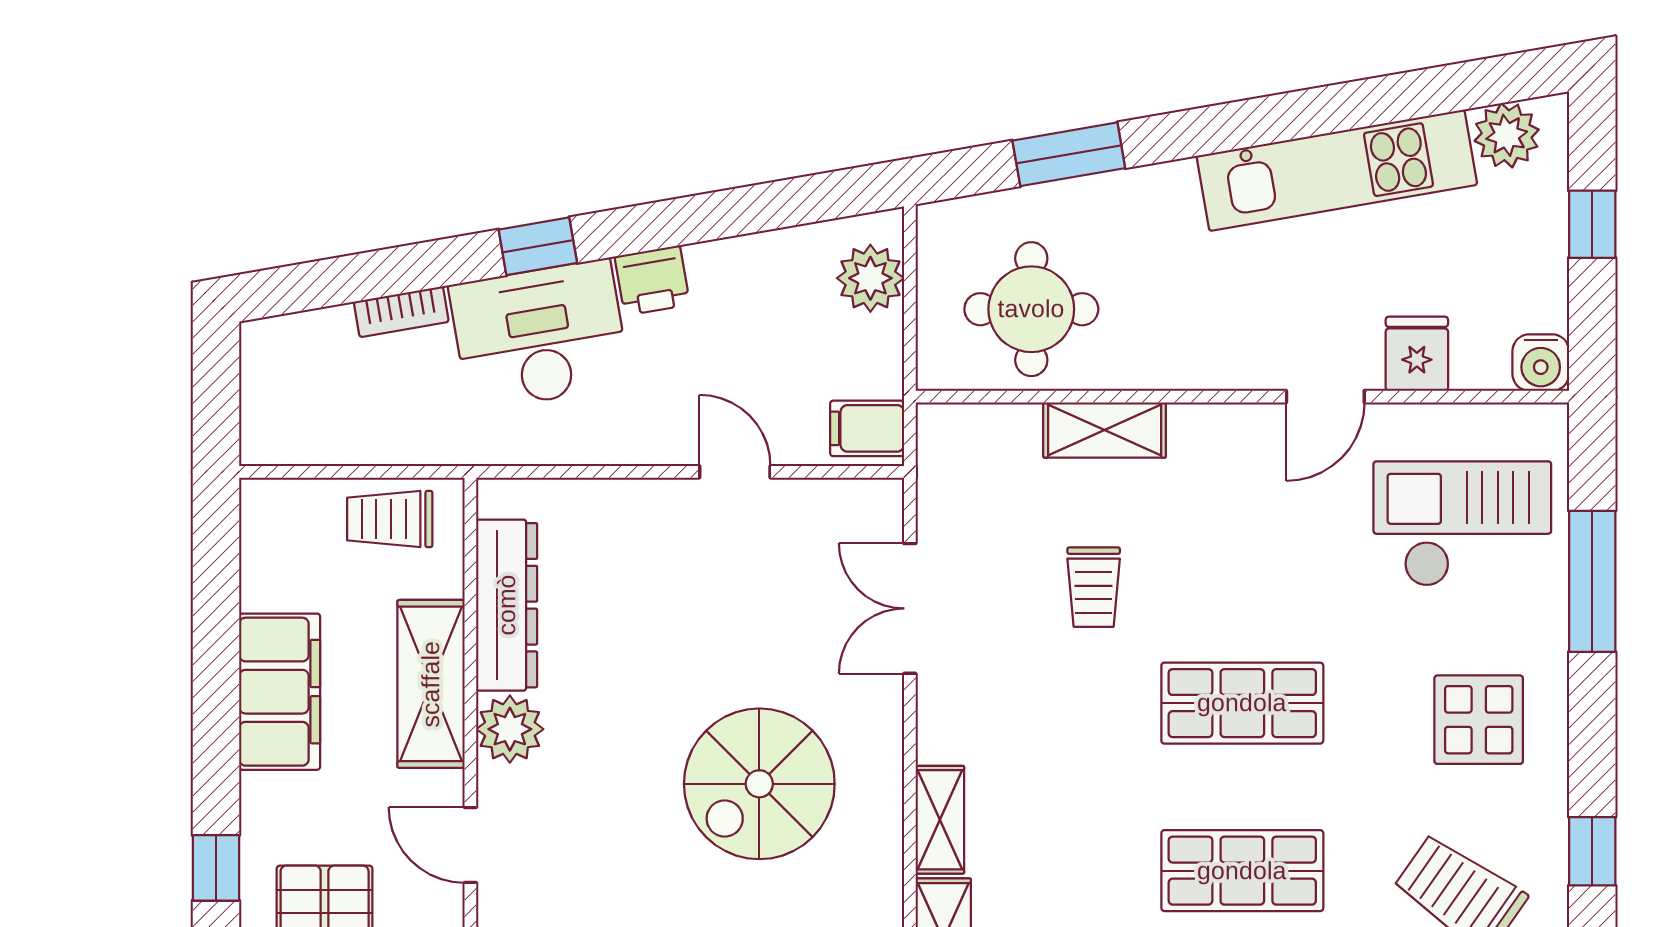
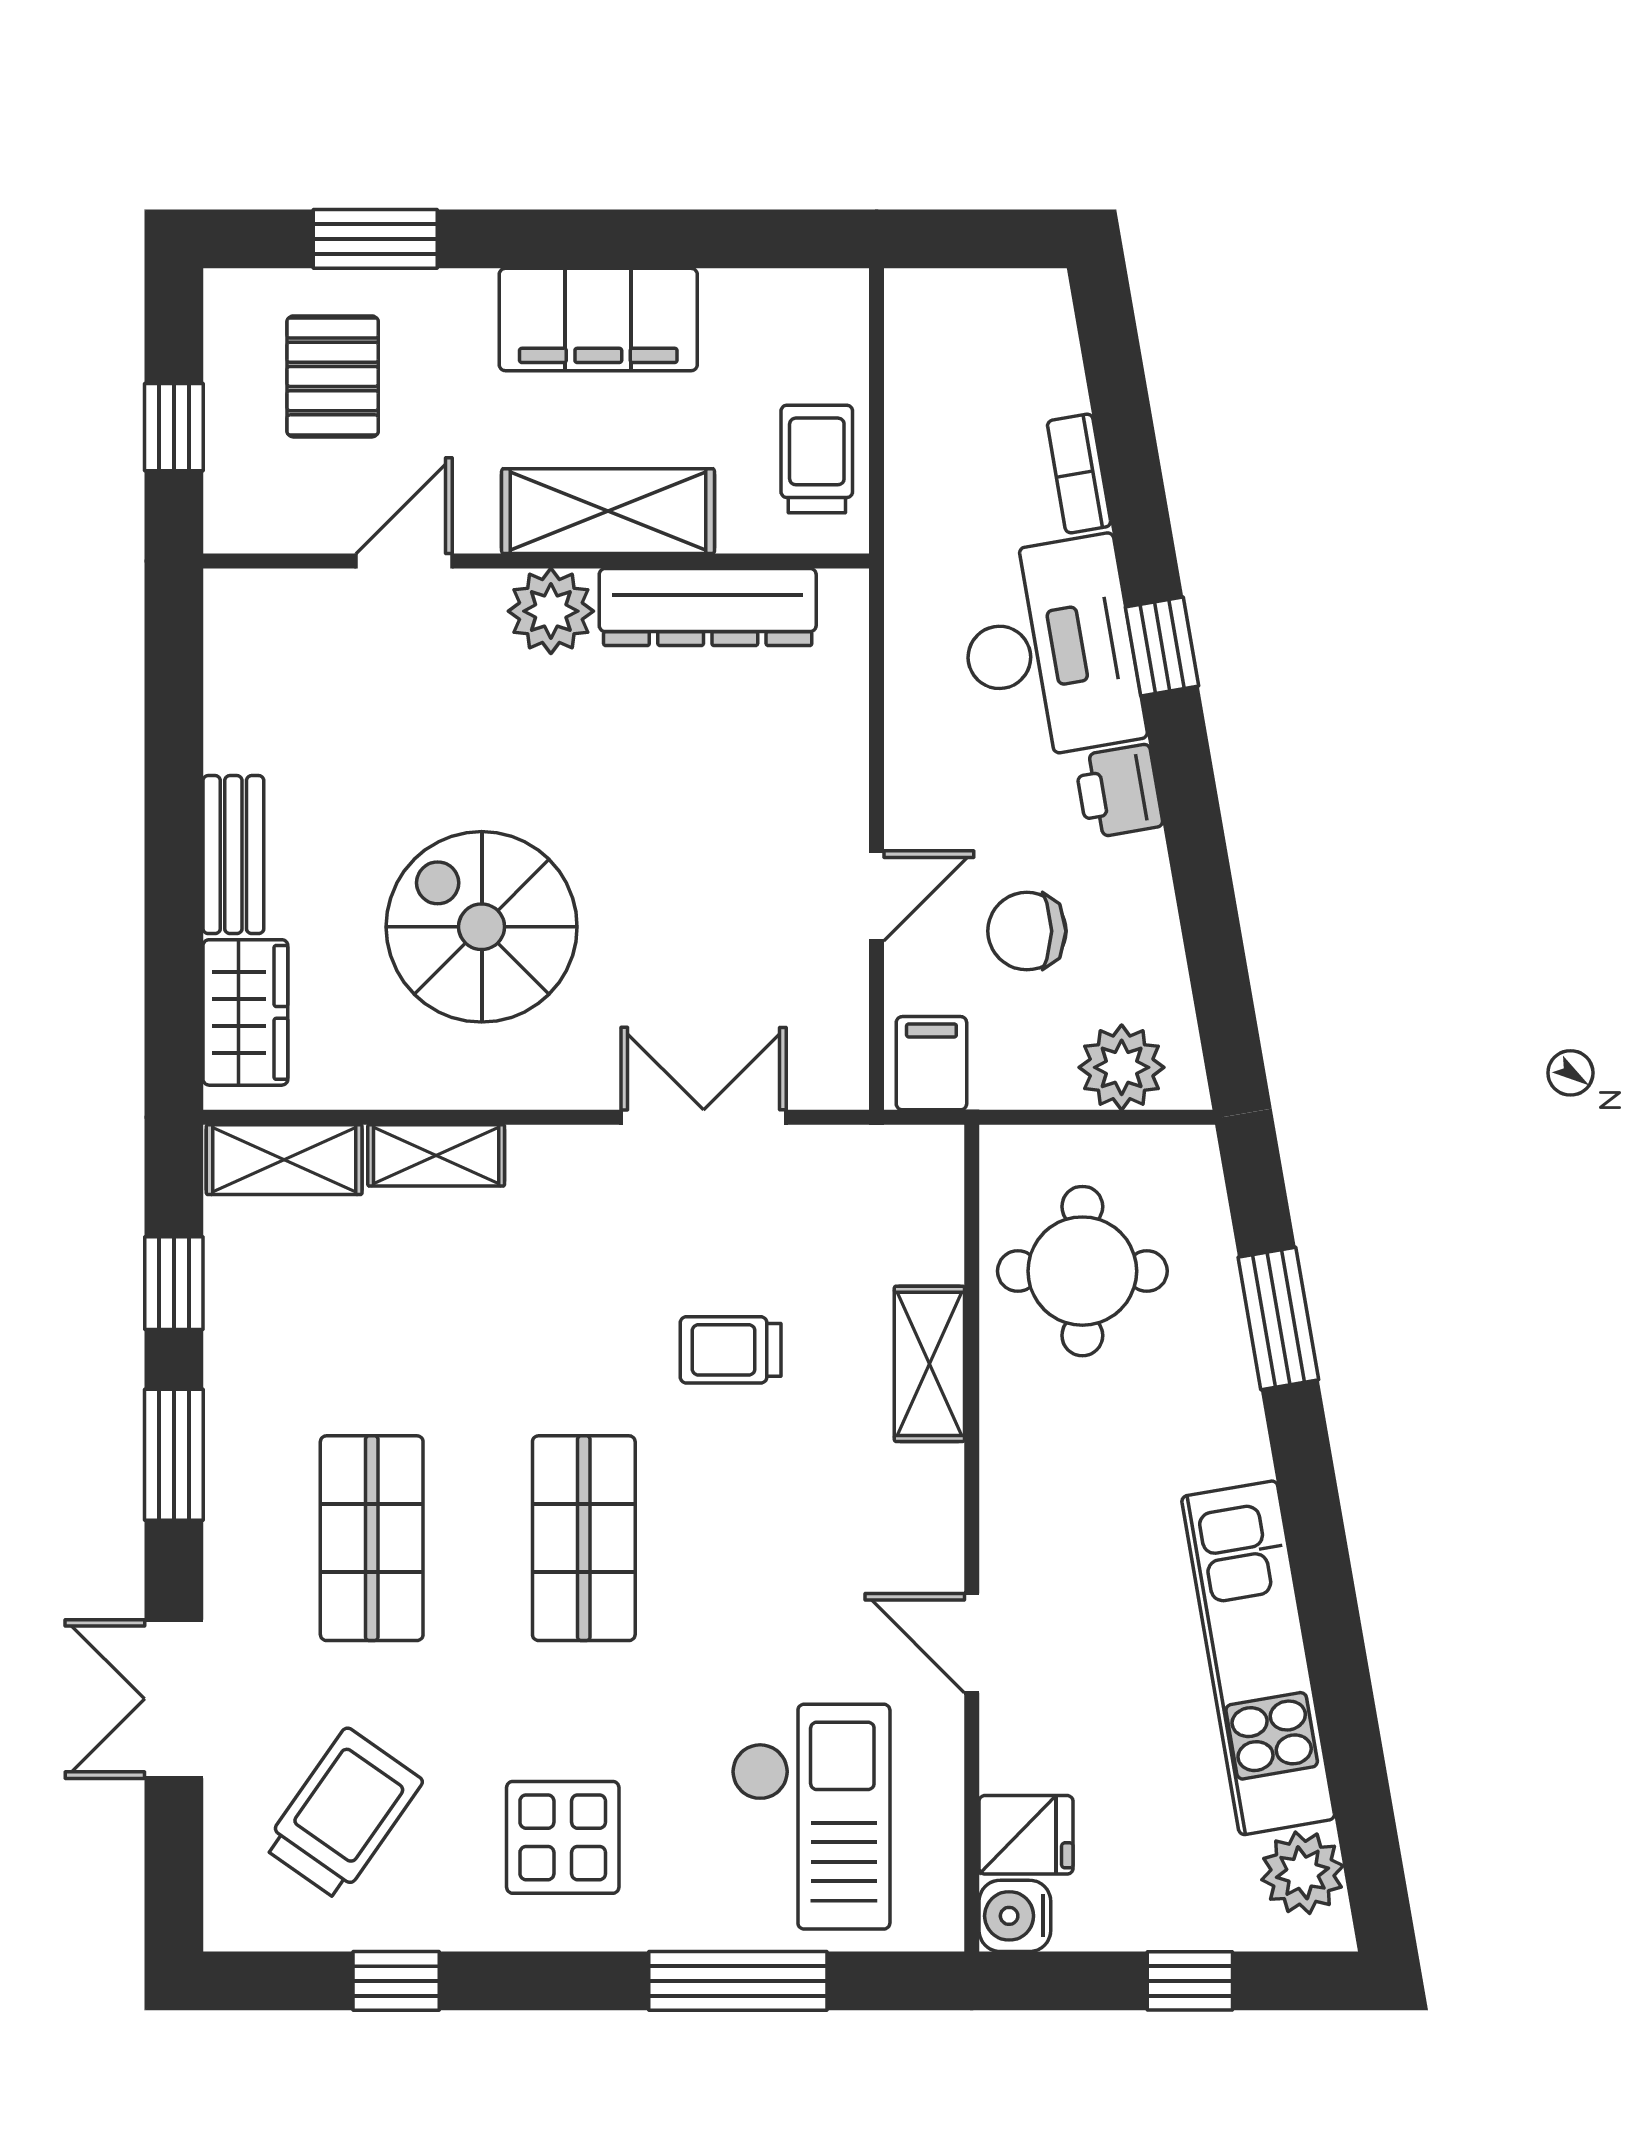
chair: (763, 353) -> (1027, 931), added
fridge: (1417, 354) -> (1026, 1835), moved
window: (216, 868) -> (375, 239), width x1.50

